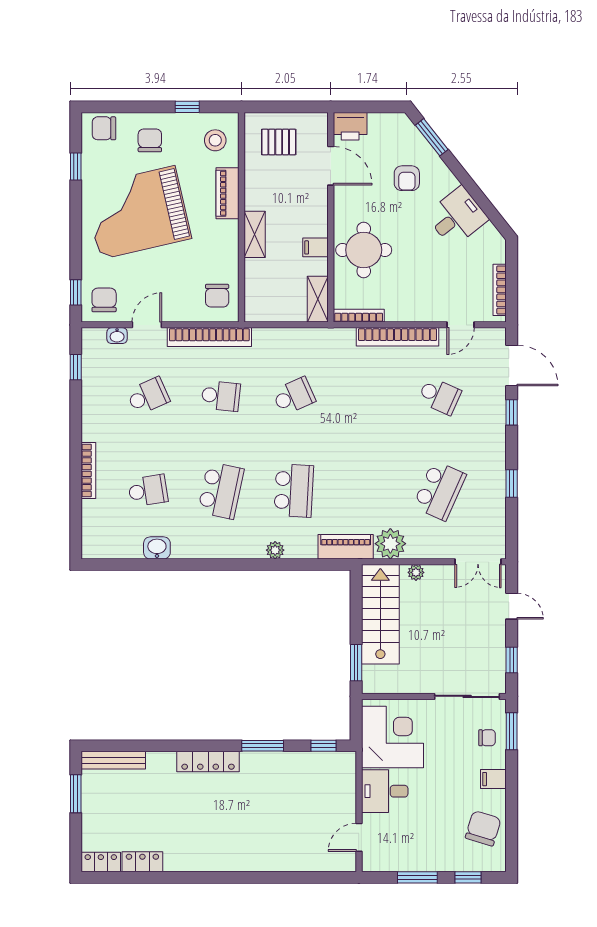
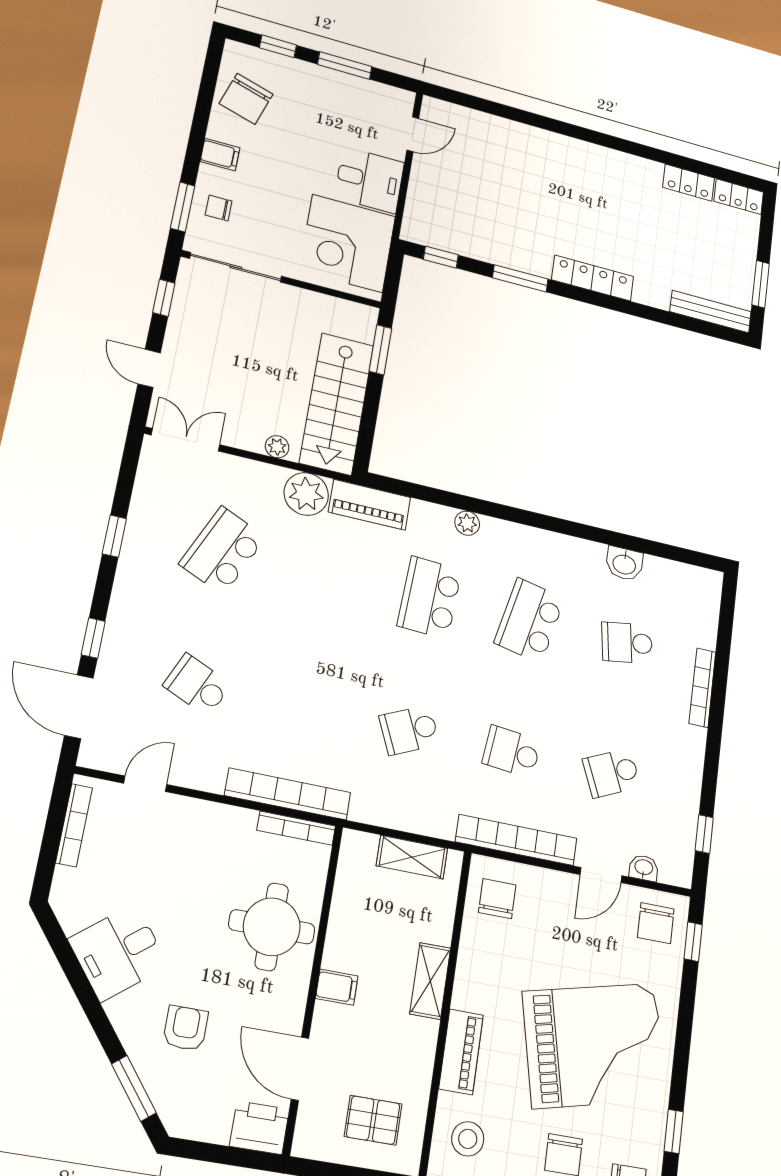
filing cabinet: (315, 247) -> (337, 987), moved
shelving: (318, 299) -> (412, 857), moved, turned 90
bookcase: (398, 337) -> (288, 794), moved

